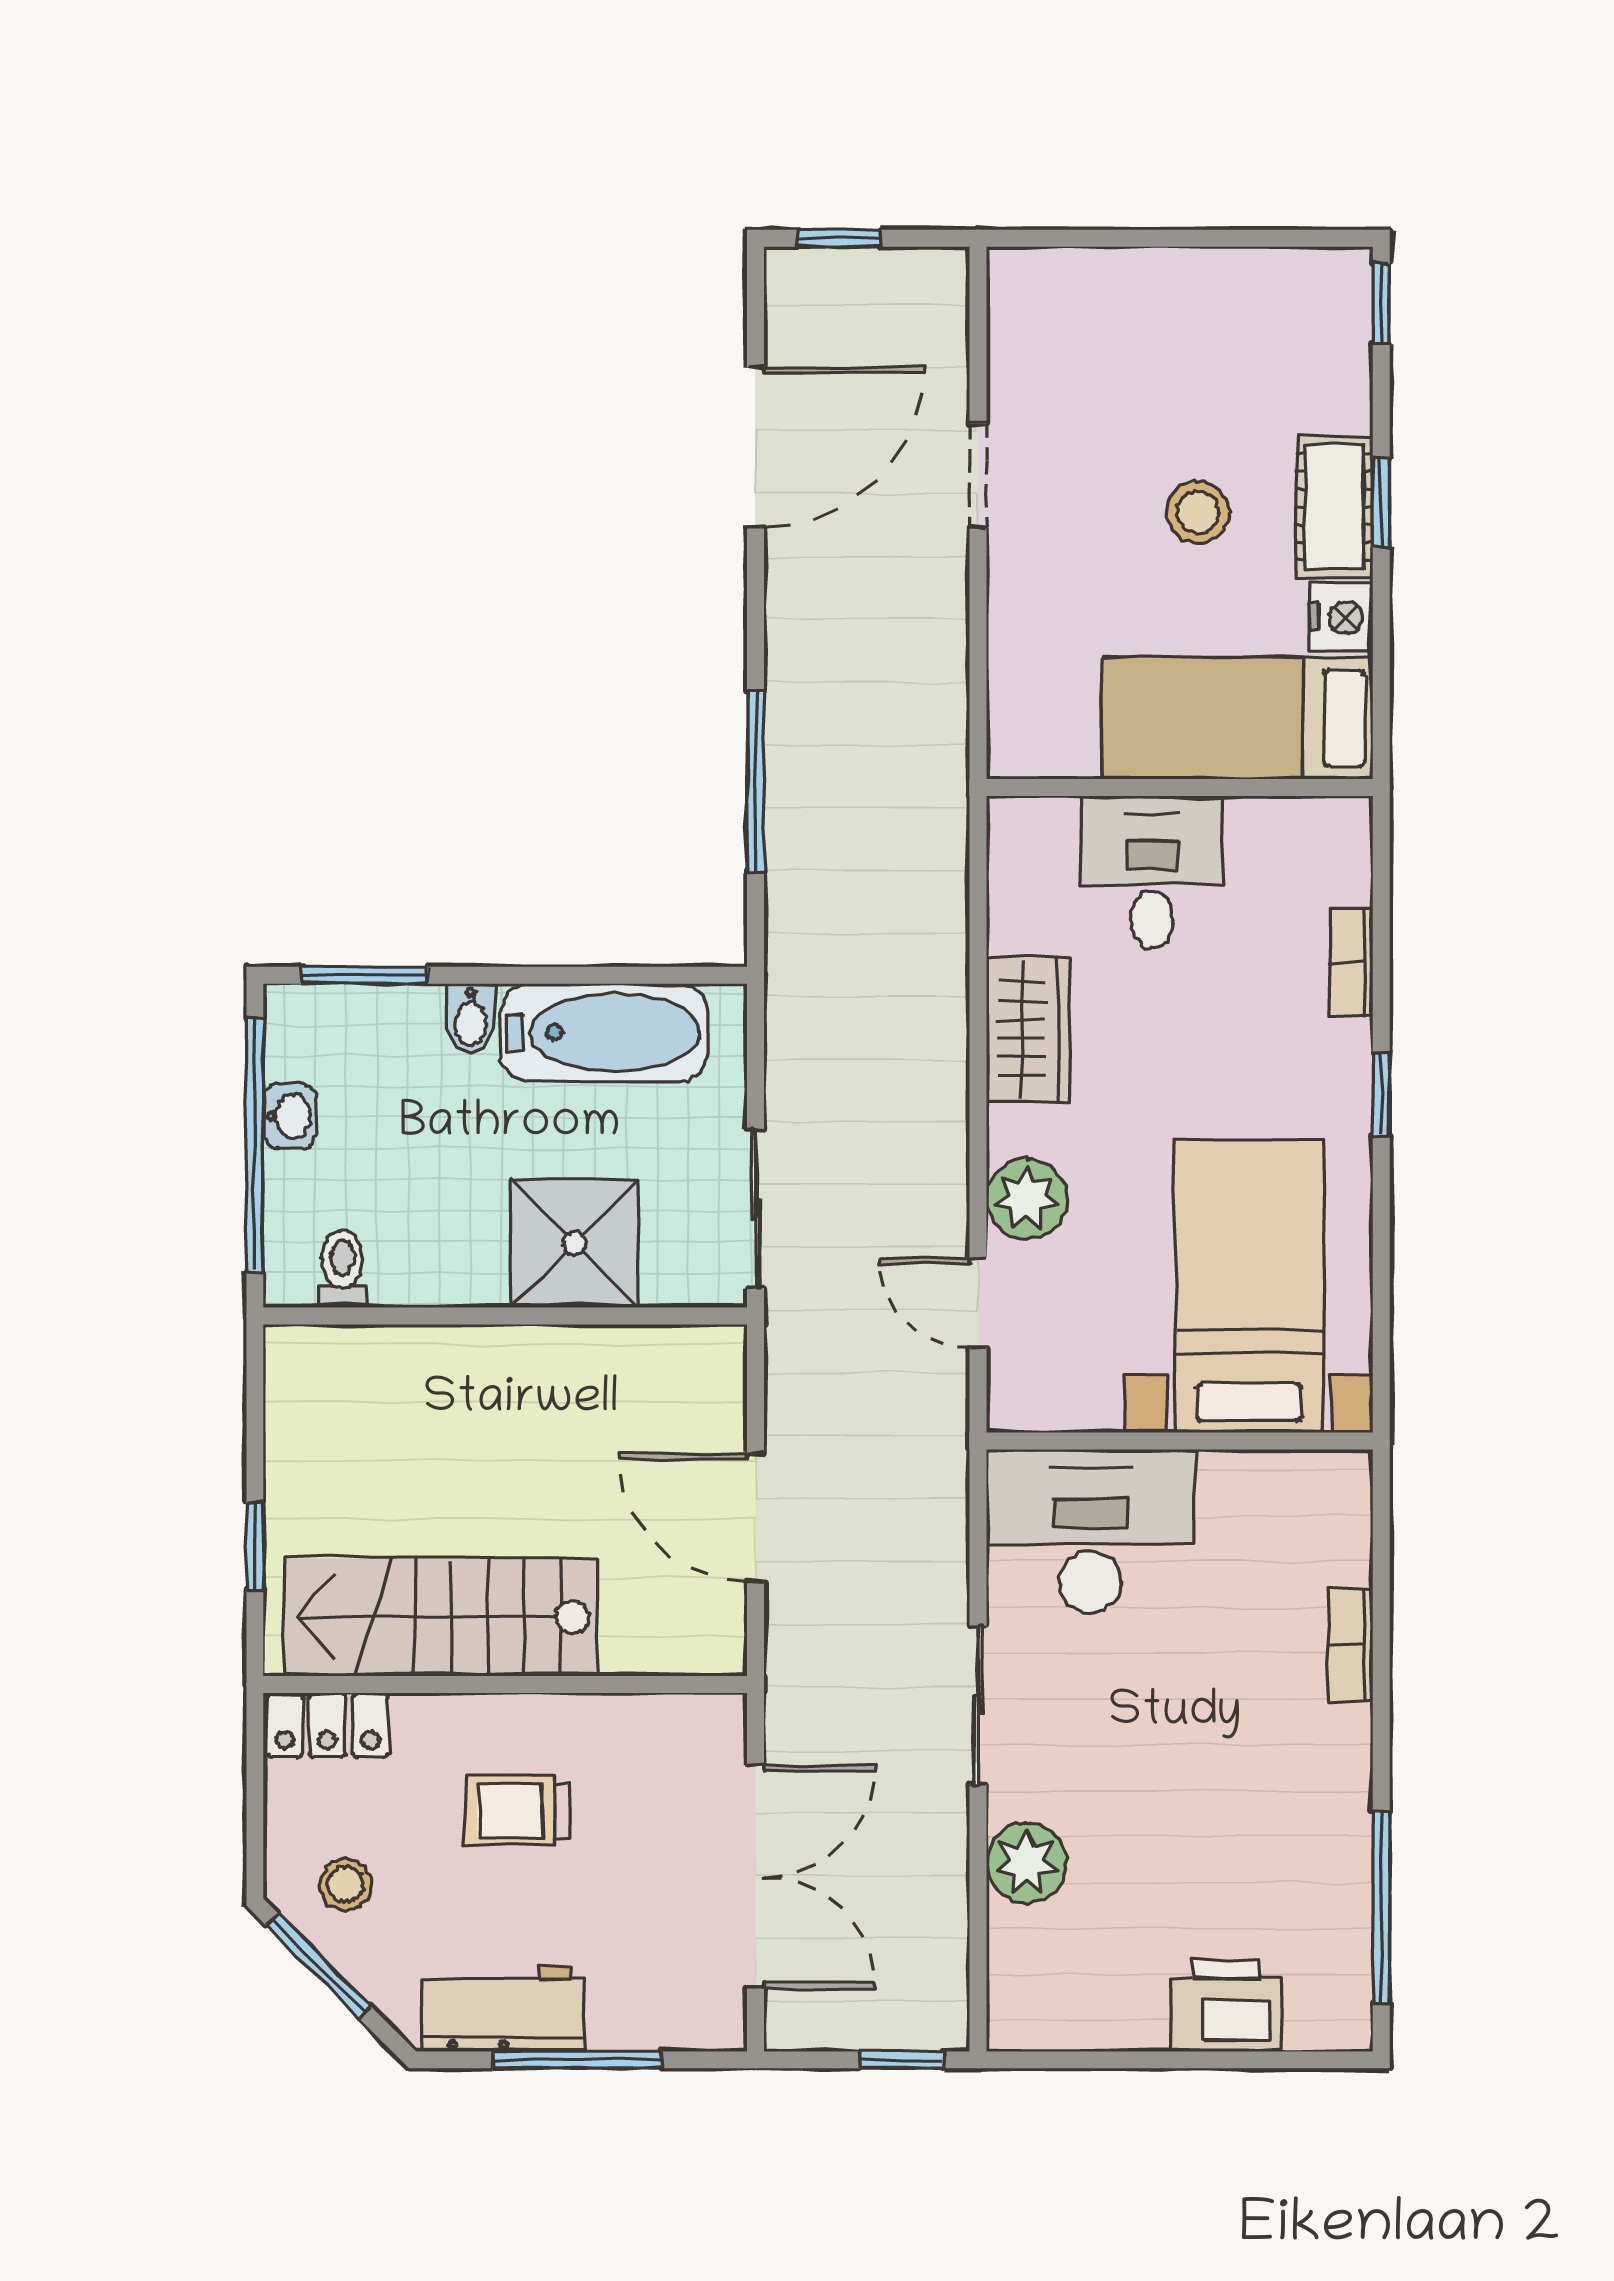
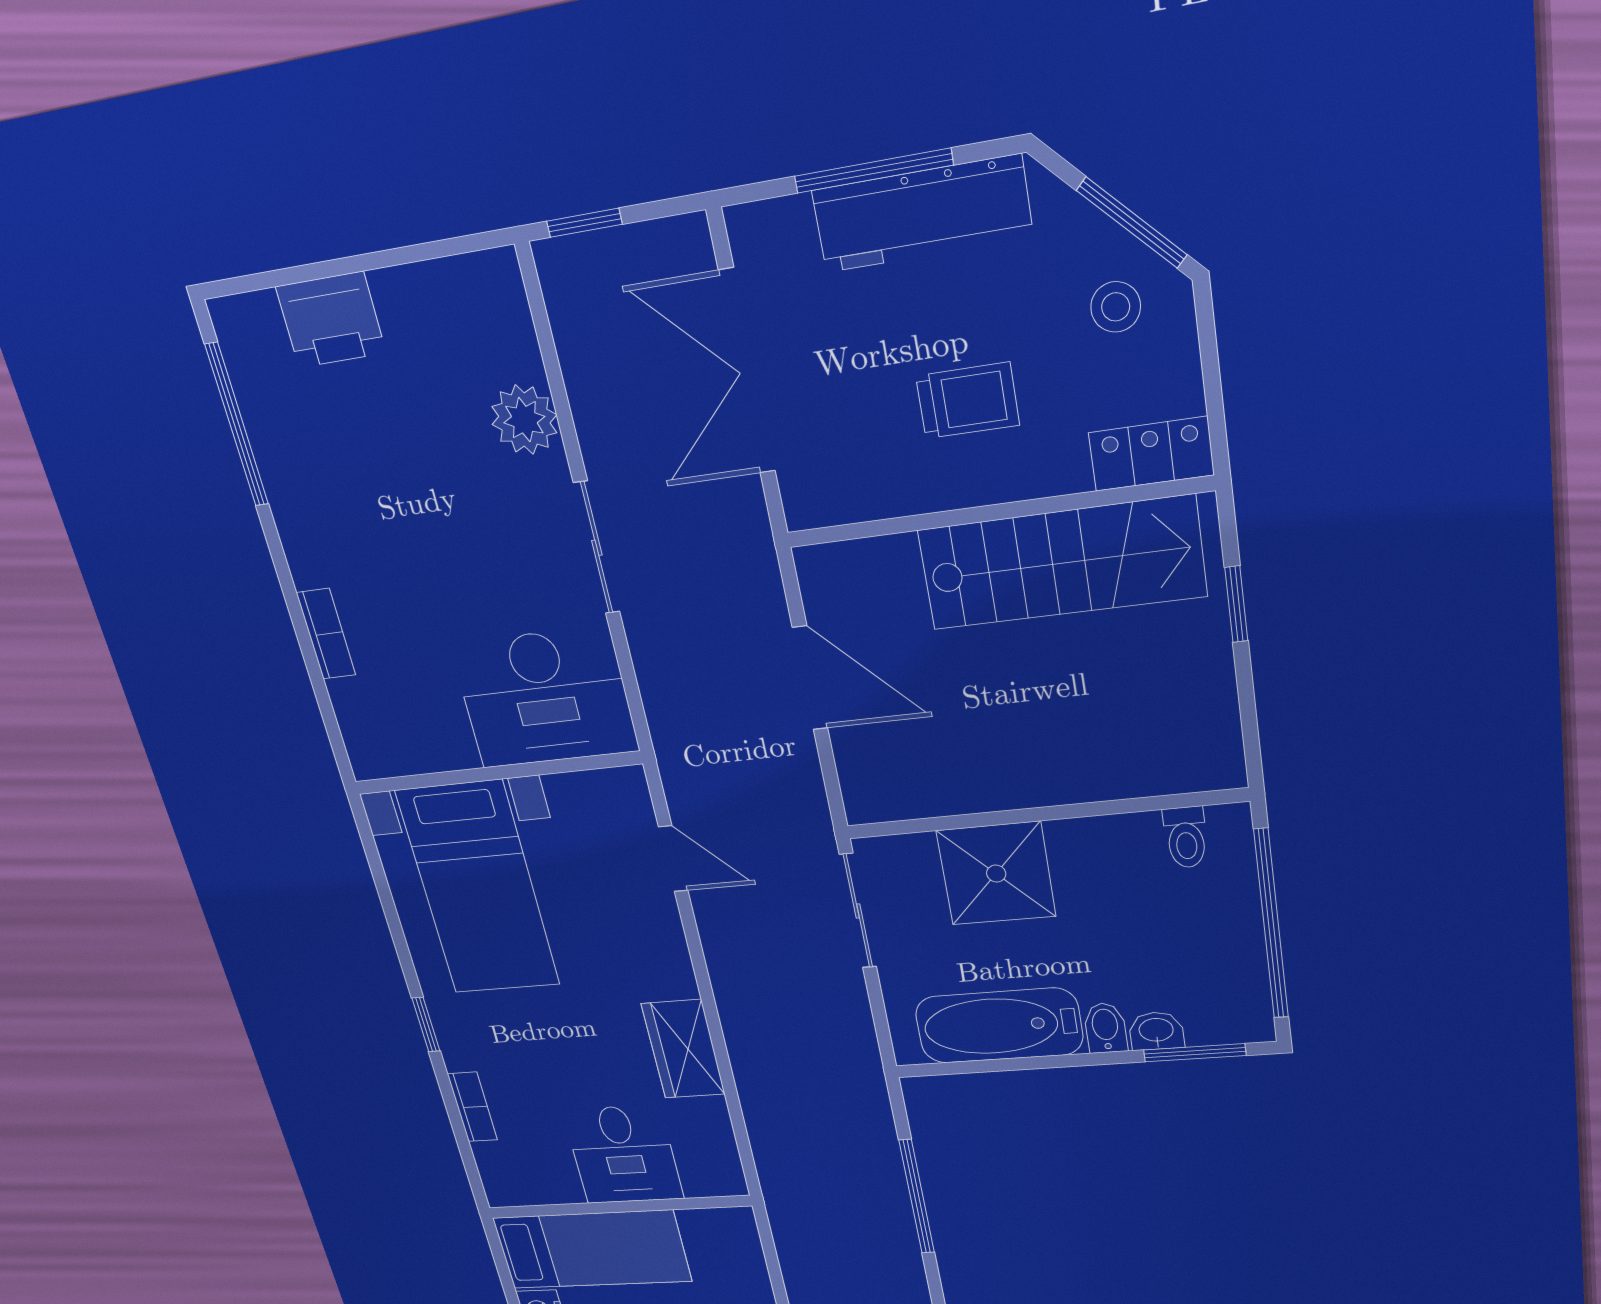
washbasin: (290, 1116) -> (1156, 1031), moved, turned 90
plant: (1027, 1199) -> (655, 935), removed
workbench: (503, 2009) -> (922, 214), width x1.38

